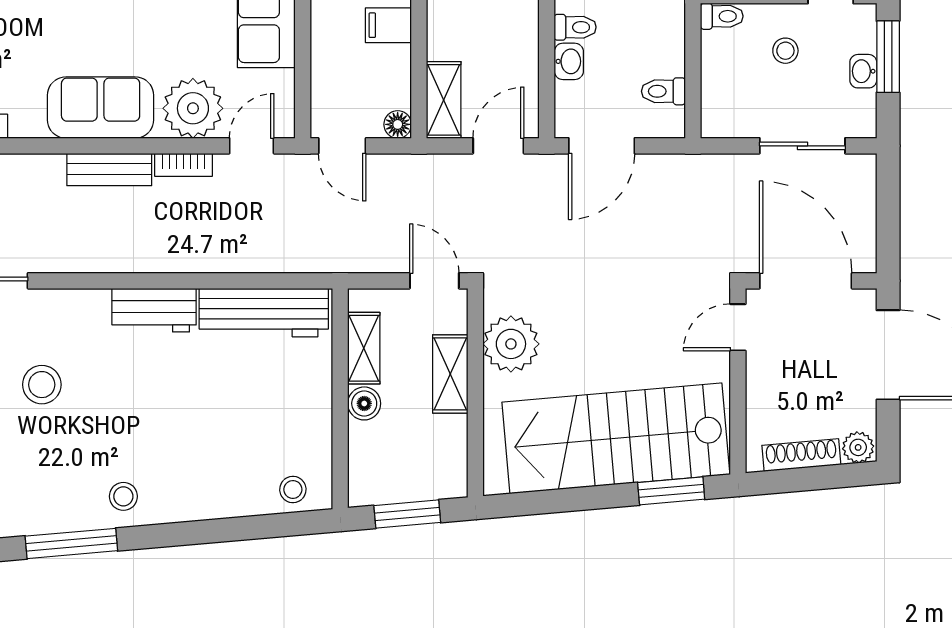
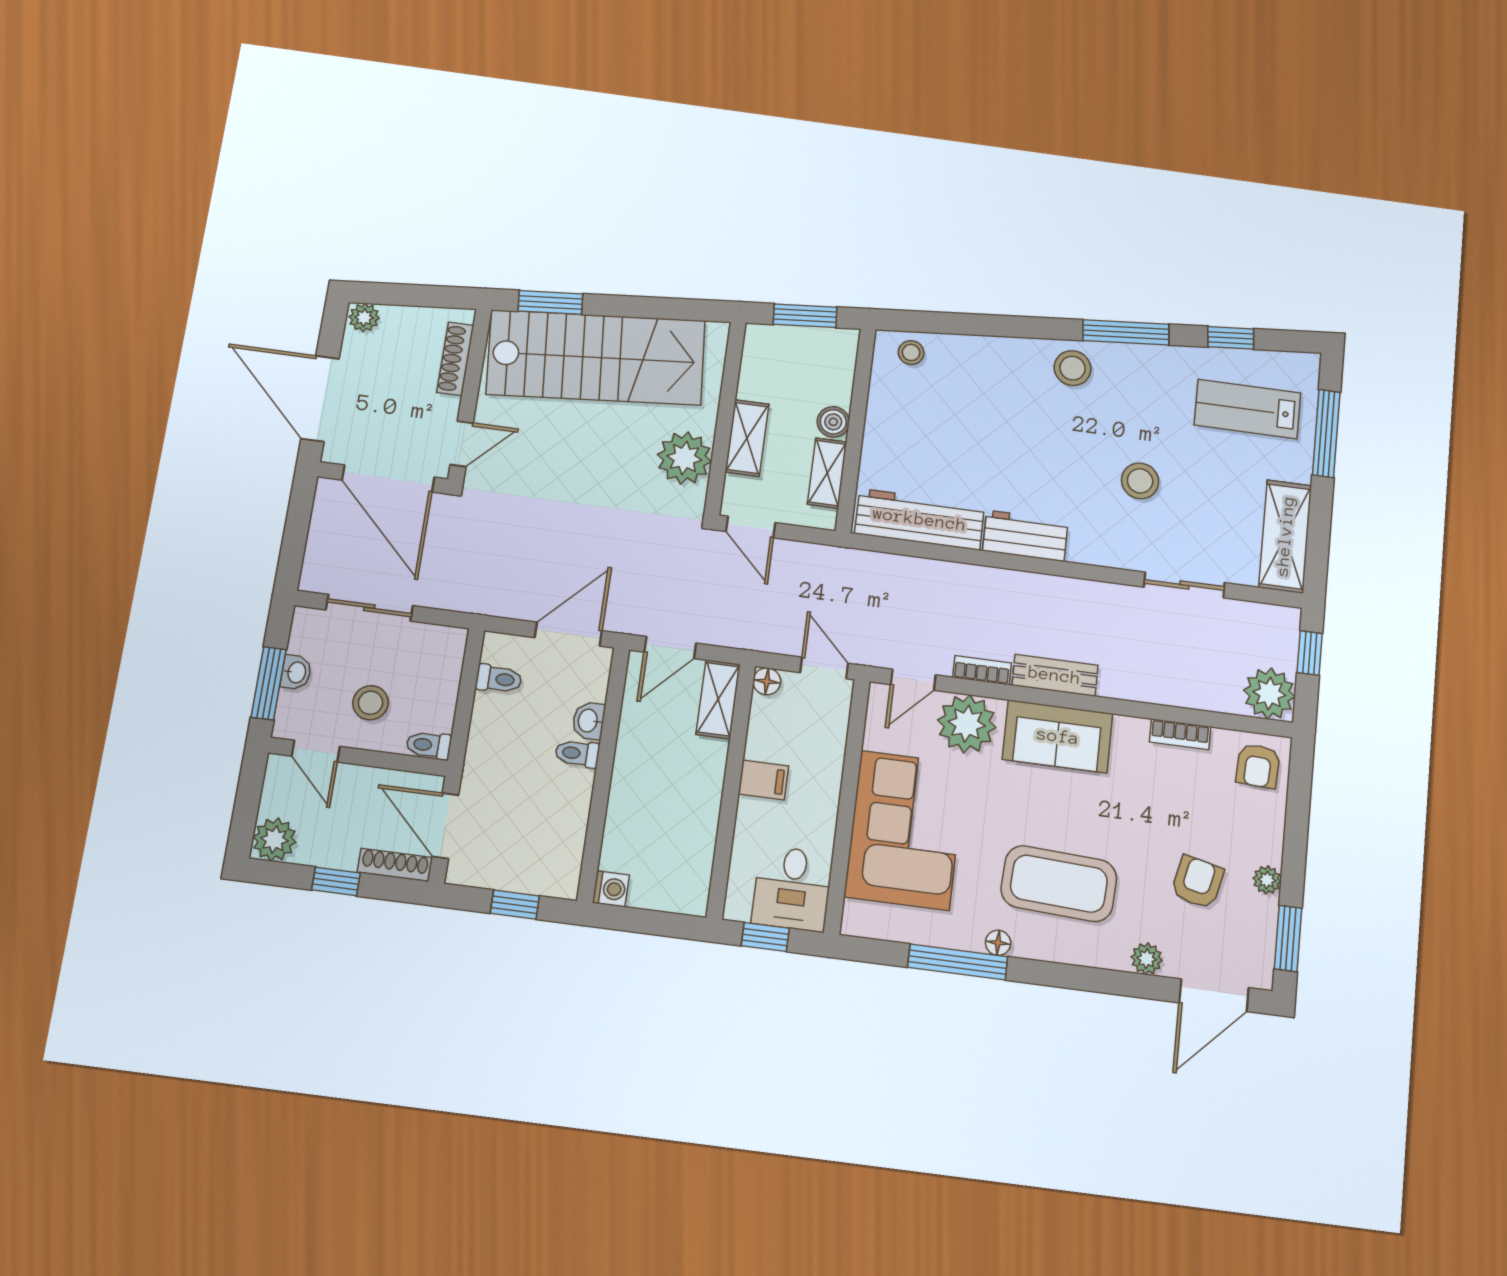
stool: (785, 51) -> (370, 703), width x1.37, depth x1.37
shoe rack: (801, 455) -> (455, 359), moved, turned 95
stool: (123, 496) -> (1073, 368), width x1.37, depth x1.37

